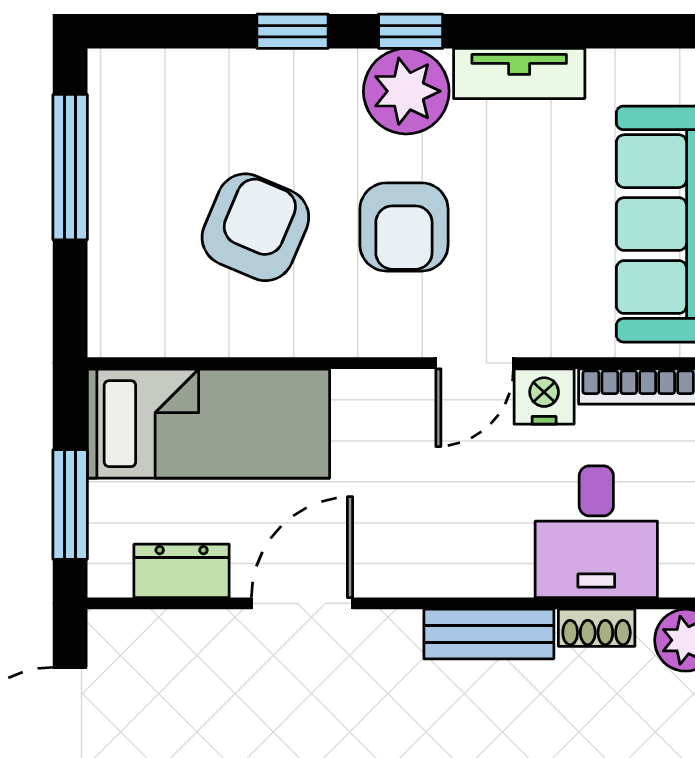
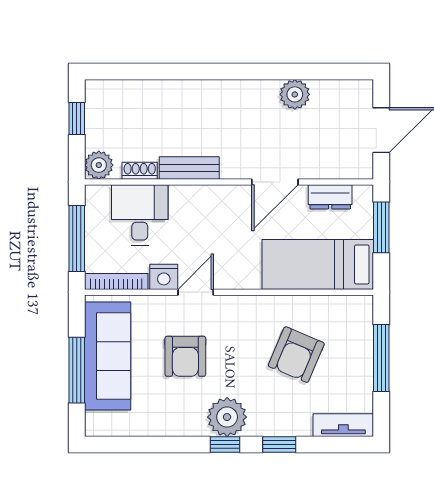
tv unit: (519, 73) -> (343, 425), moved
window: (70, 167) -> (381, 358), moved
armchair: (404, 227) -> (185, 356), moved, turned 180

